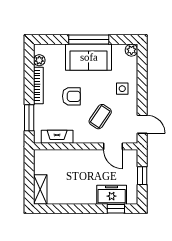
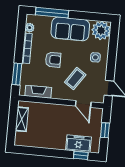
window: (89, 39) -> (52, 13), moved
plant: (131, 50) -> (101, 30), width x1.87, depth x1.87
shelving: (40, 189) -> (22, 119), moved

